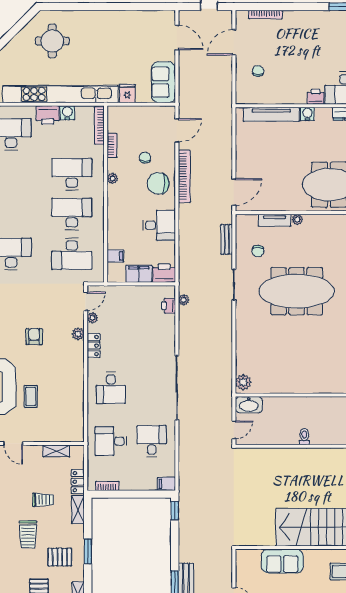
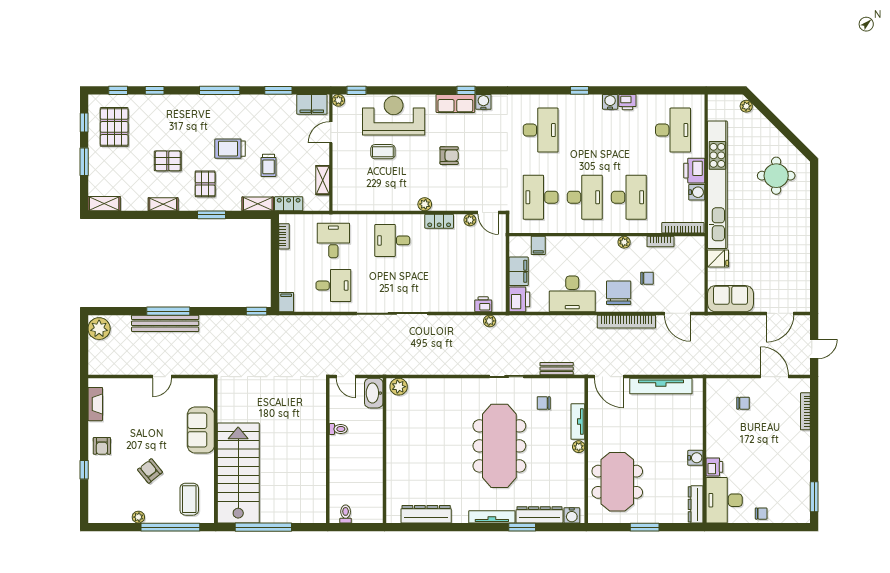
tv unit: (271, 114) -> (661, 386), moved, turned -90
desk: (159, 225) -> (572, 294), width x1.37
plant: (78, 334) -> (425, 204), moved
toilet: (304, 437) -> (338, 429), moved

